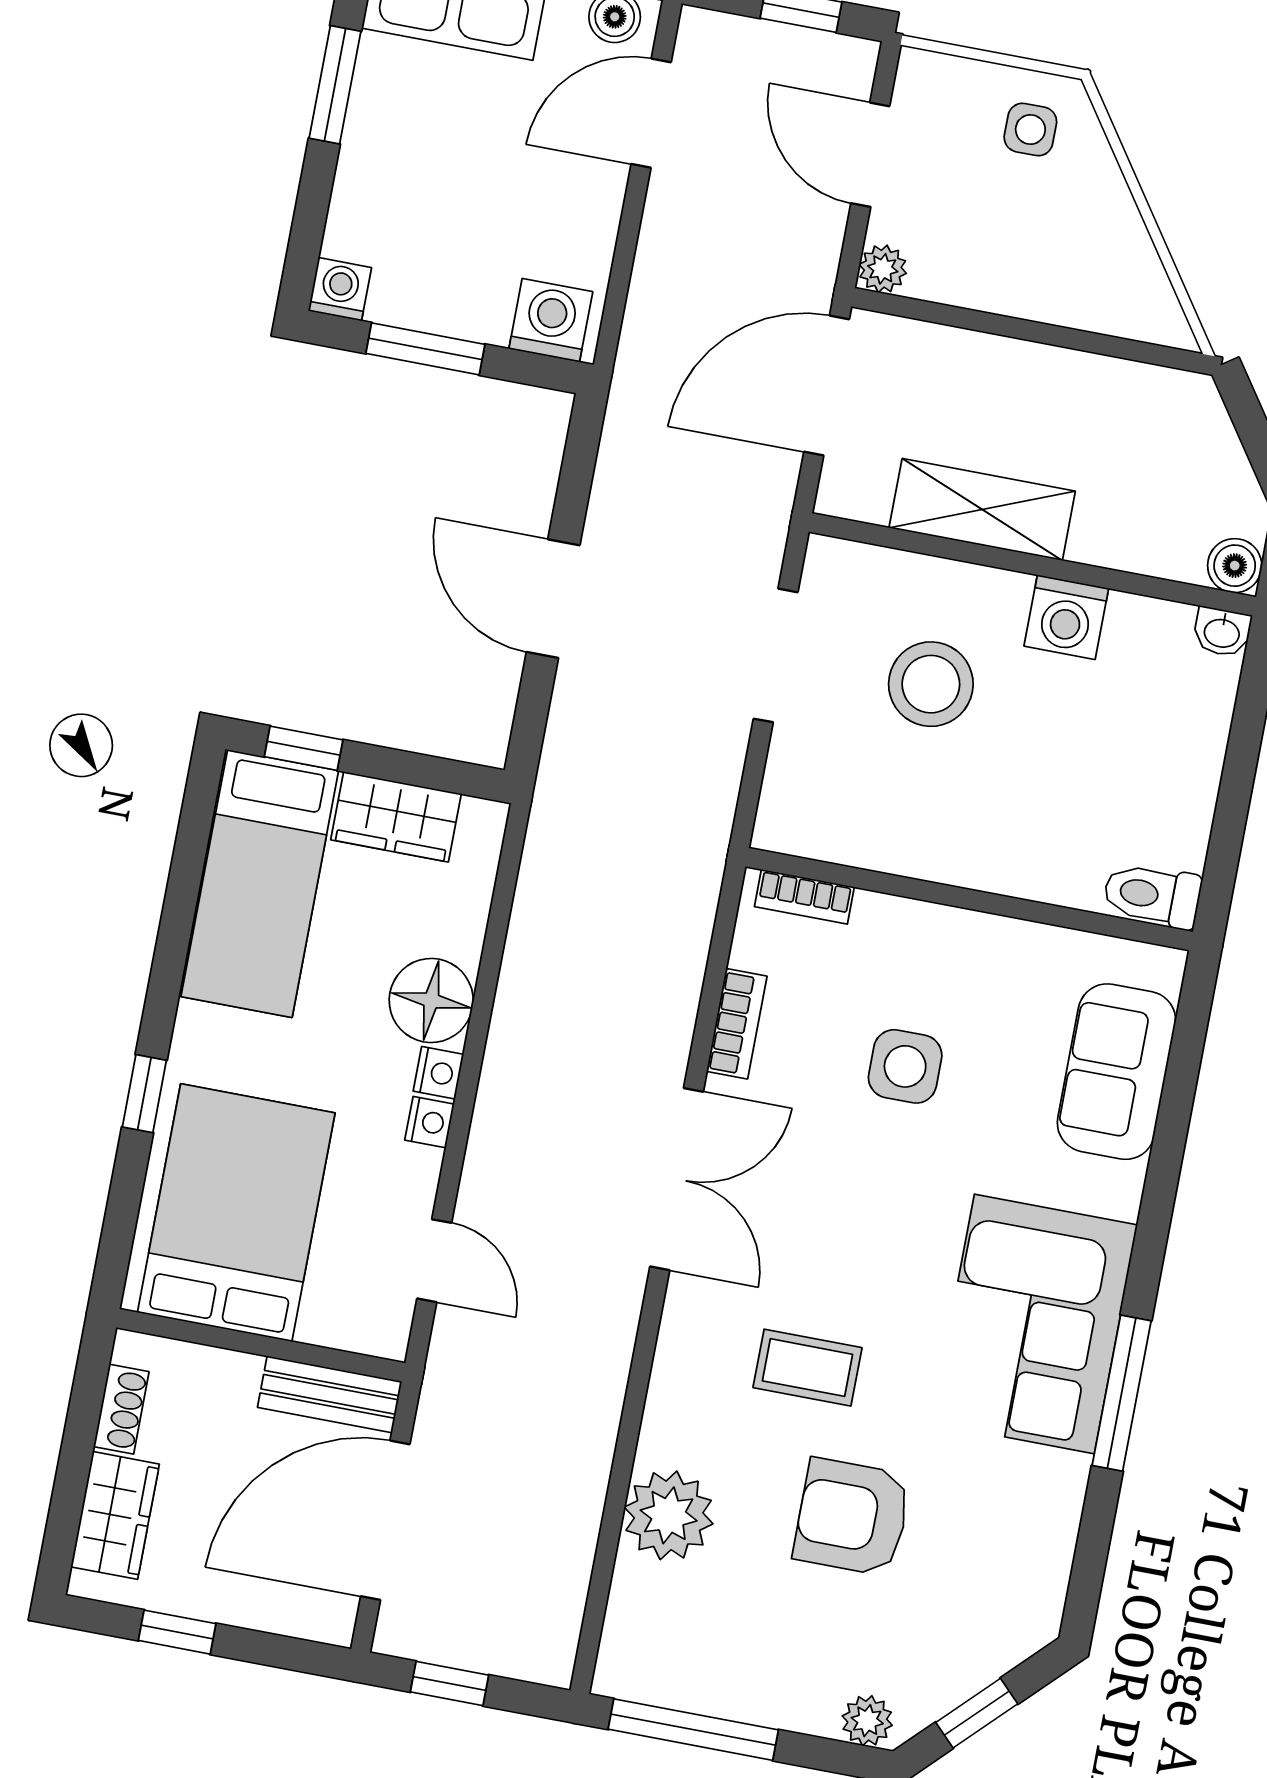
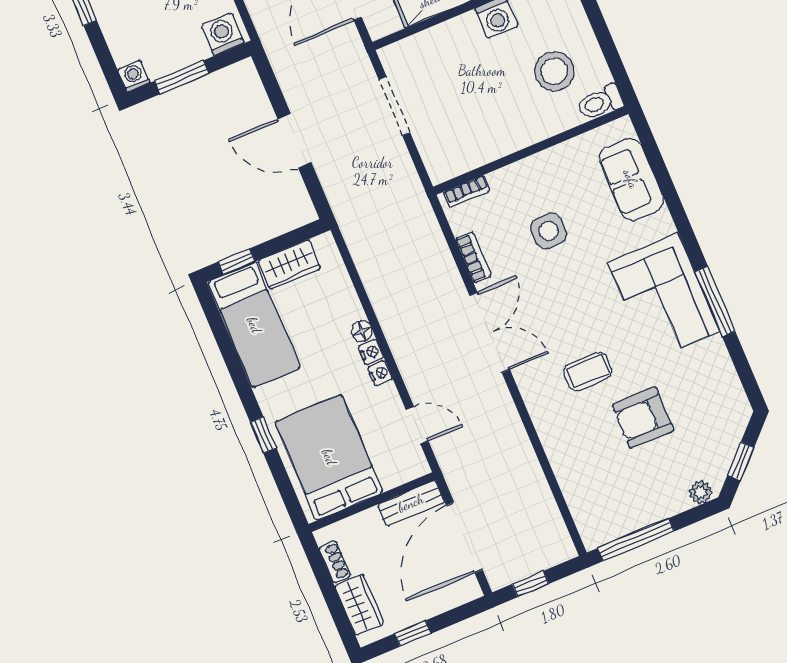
stool: (931, 684) -> (554, 71), moved
floor lamp: (431, 1000) -> (362, 331), width x0.53, depth x0.53
plant: (669, 1515) -> (572, 464), removed

